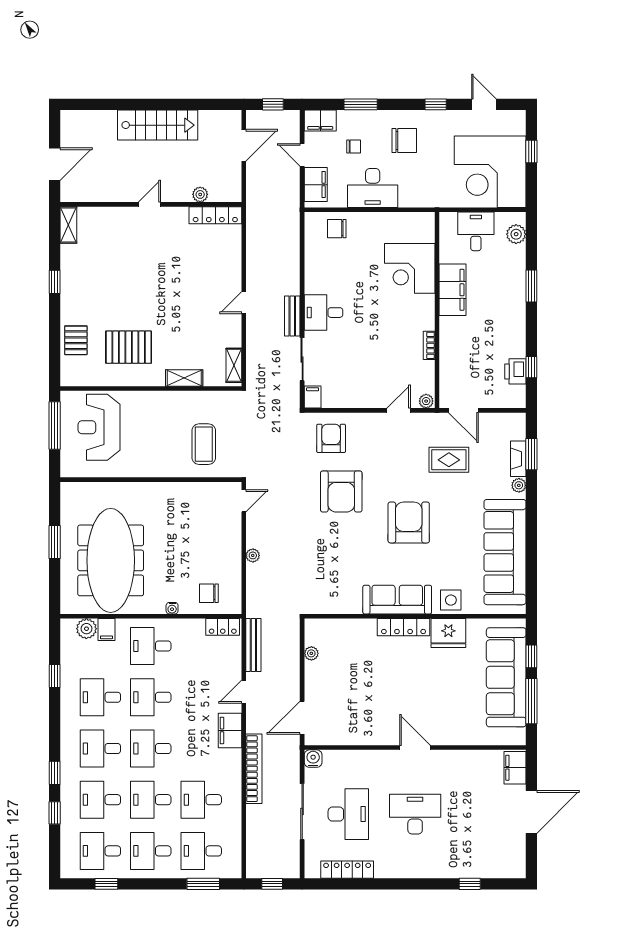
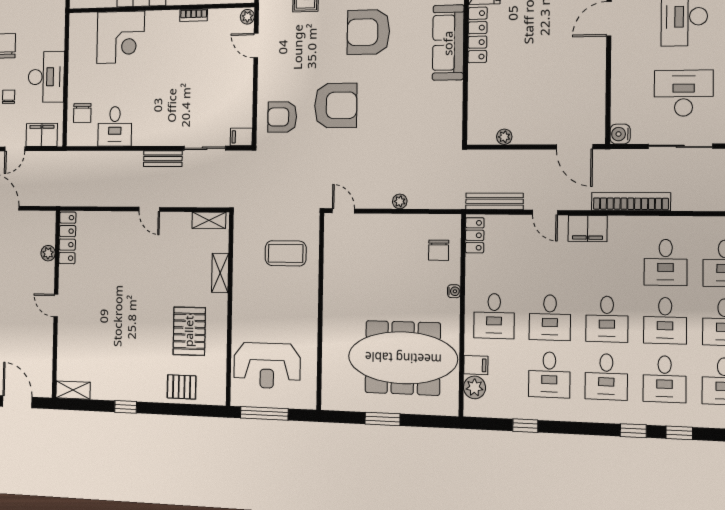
desk: (323, 313) -> (115, 126), moved

